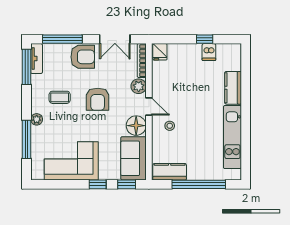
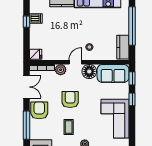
armchair: (98, 99) -> (70, 100), turned -90

